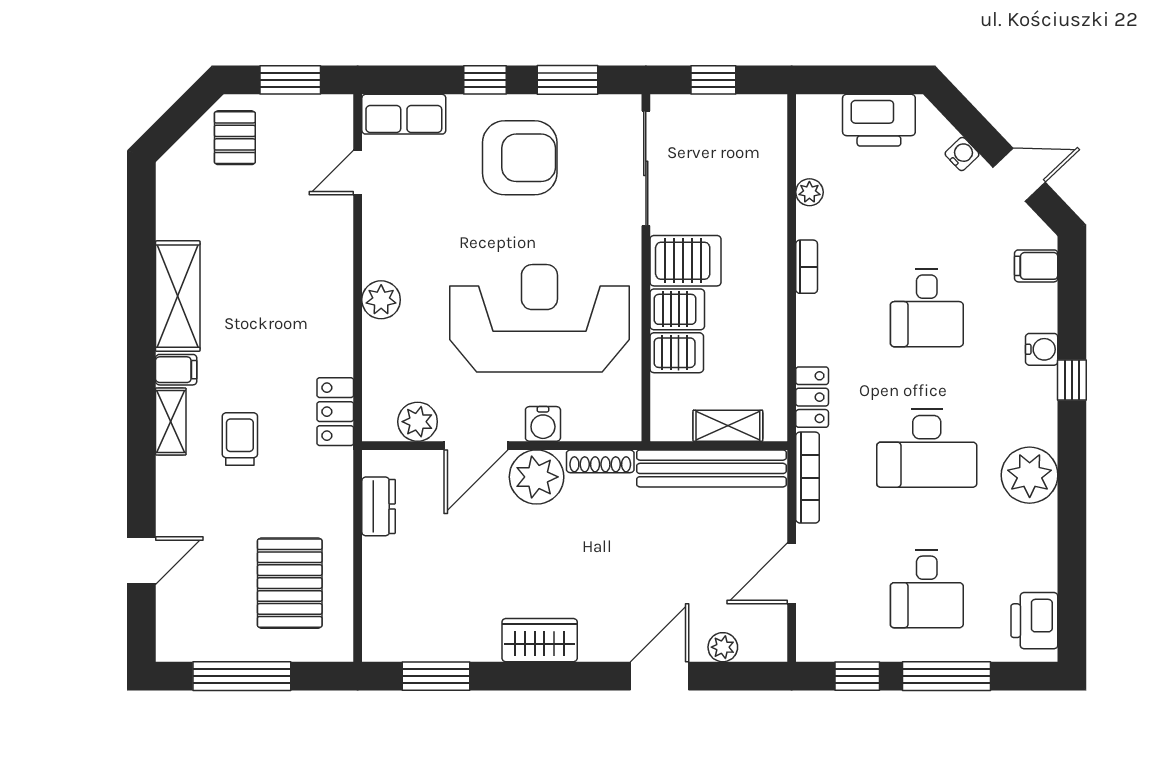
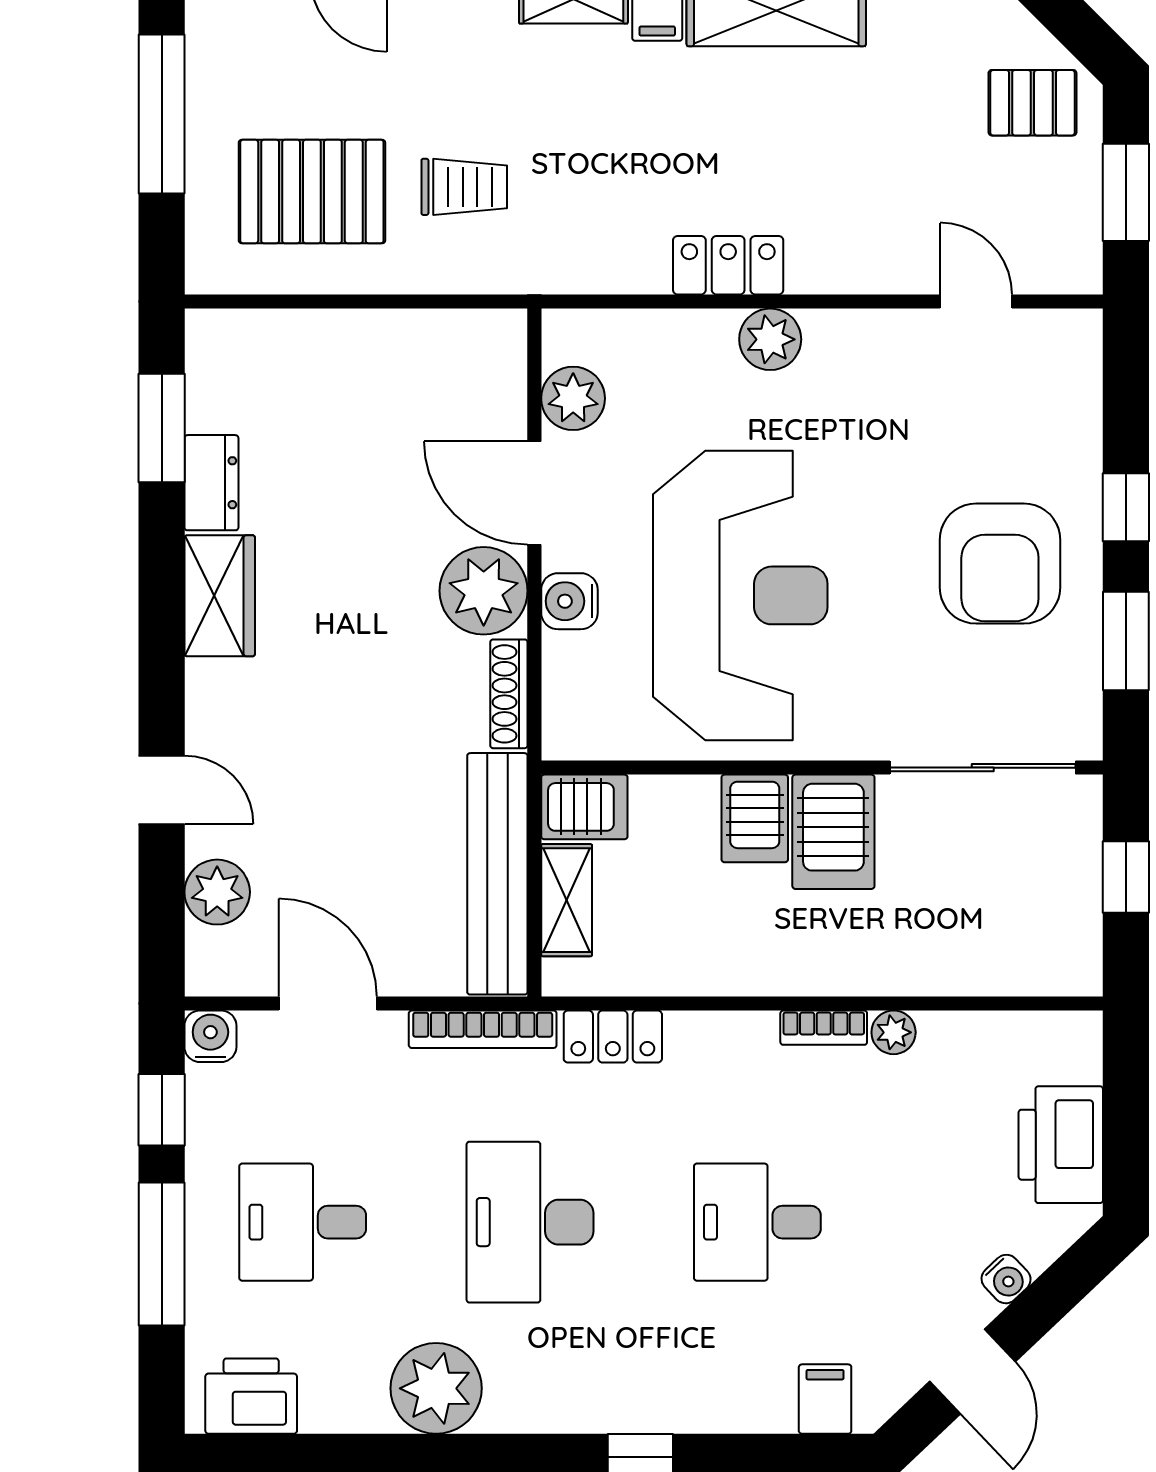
row of seats: (404, 114) -> (1070, 376), removed
plant: (809, 192) -> (894, 1032), moved
water cooler: (1042, 349) -> (210, 1036), moved, turned 180
server rack: (677, 353) -> (584, 807), moved, turned -90
locker: (335, 412) -> (728, 265), moved
trolley: (240, 439) -> (464, 187), moved
plant: (1030, 475) -> (436, 1388), moved
dresser: (379, 506) -> (211, 483), moved, turned -90
plant: (723, 647) -> (217, 892), width x1.38, depth x1.38
door: (660, 676) -> (162, 790), width x0.73

